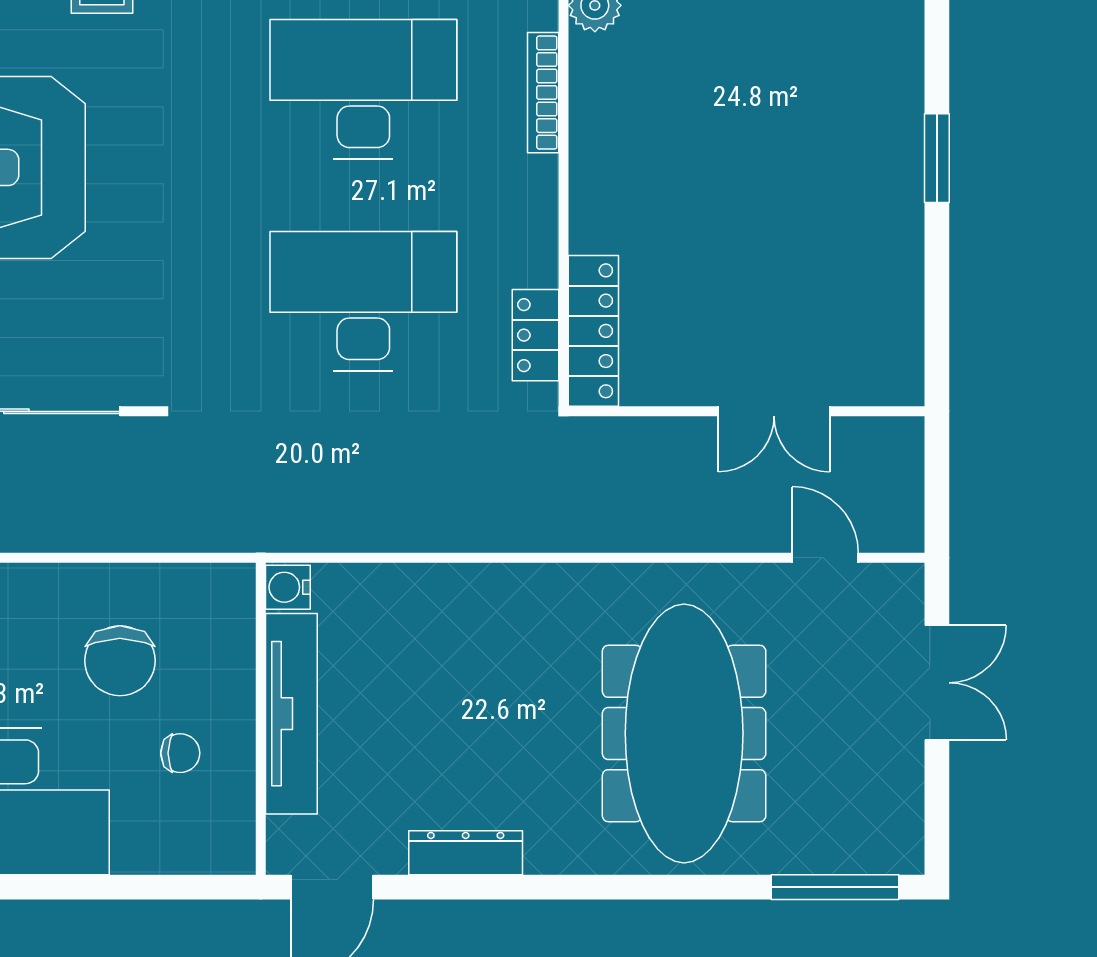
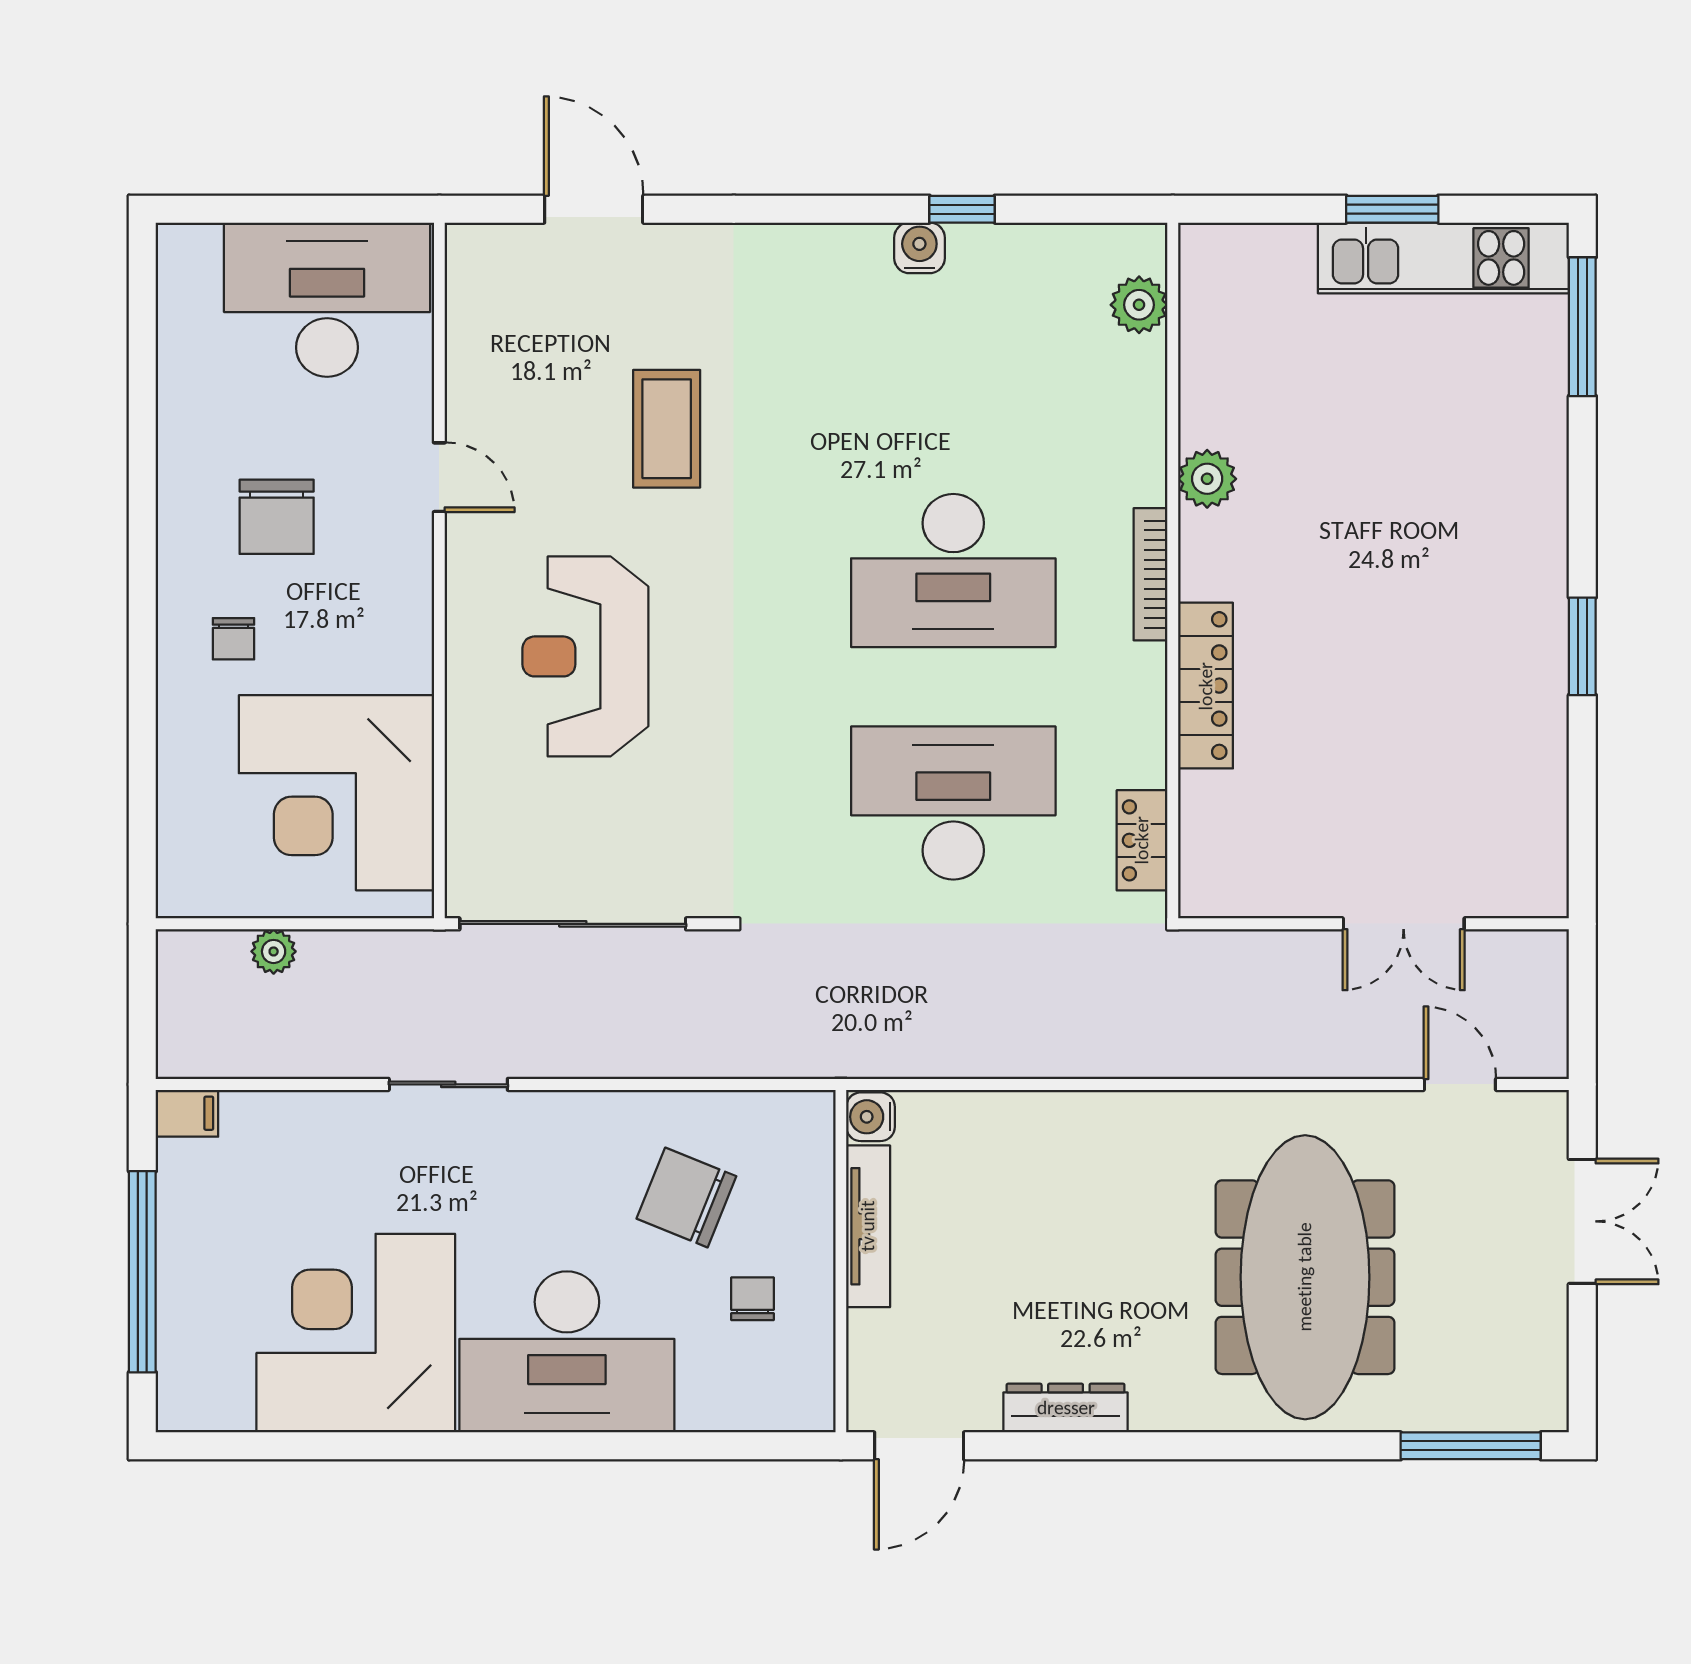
desk: (363, 89) -> (953, 571), turned 180
locker: (593, 331) -> (1206, 686), moved
chair: (120, 661) -> (686, 1197), turned 112
tv unit: (291, 714) -> (868, 1226), width x0.73, depth x0.78
chair: (180, 753) -> (753, 1299), turned -90

